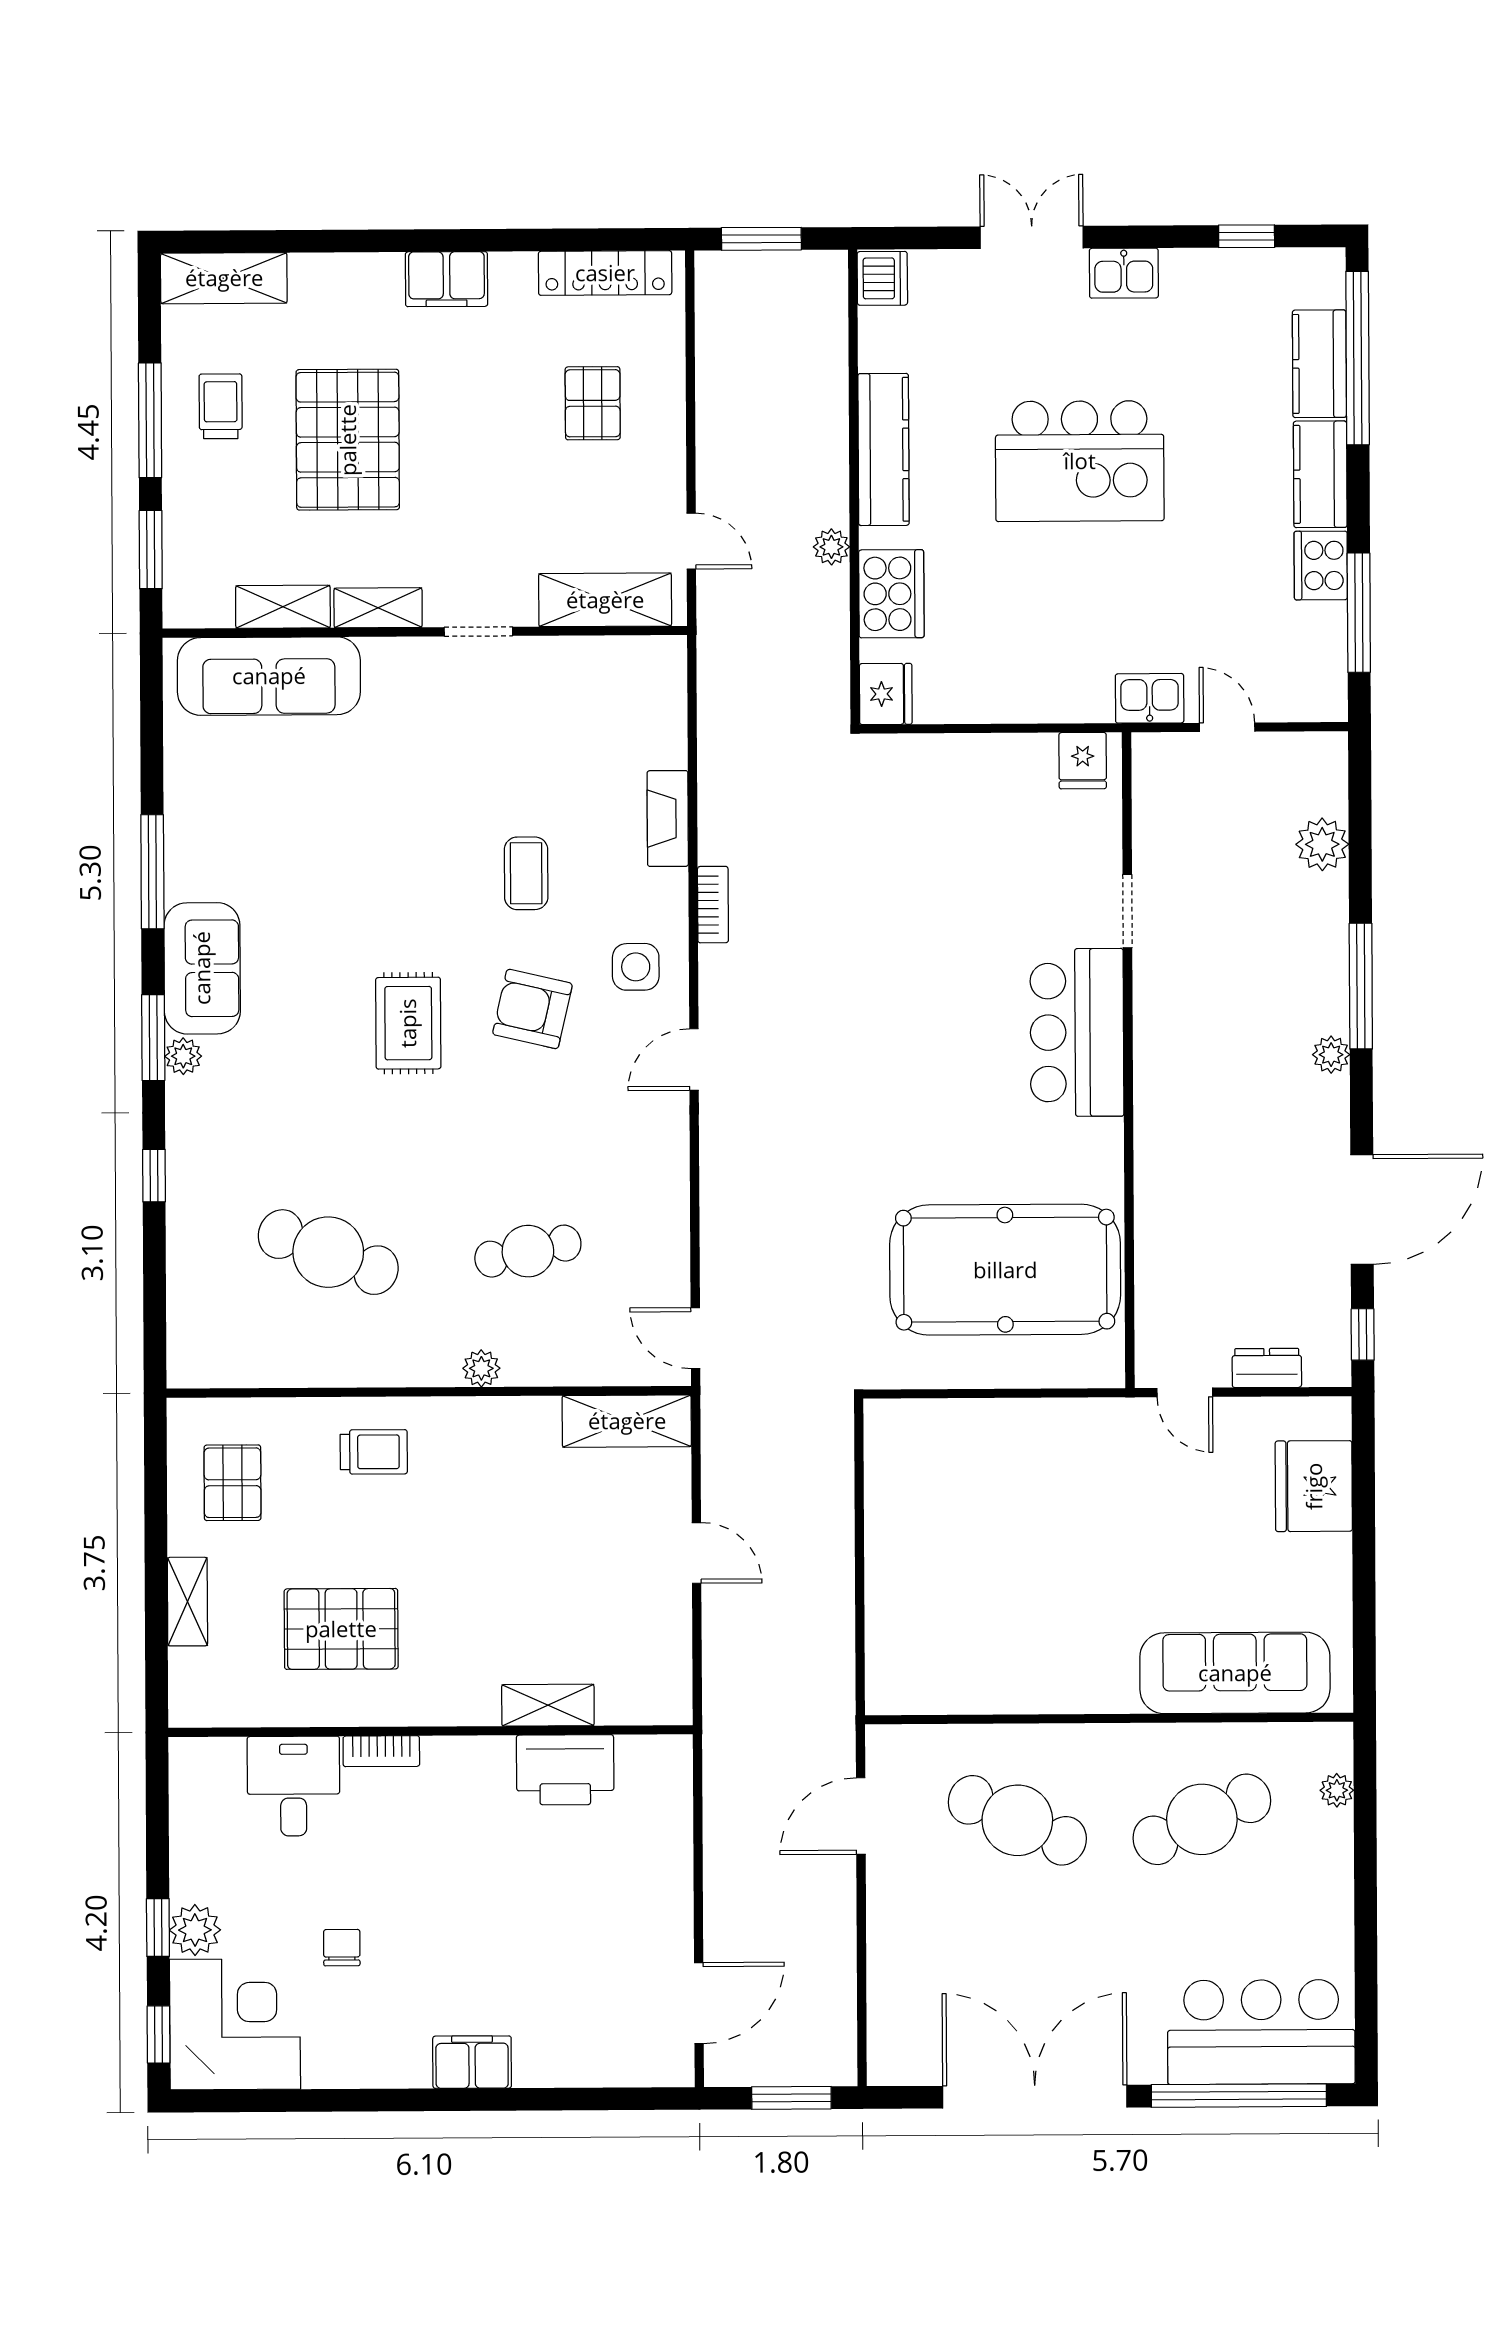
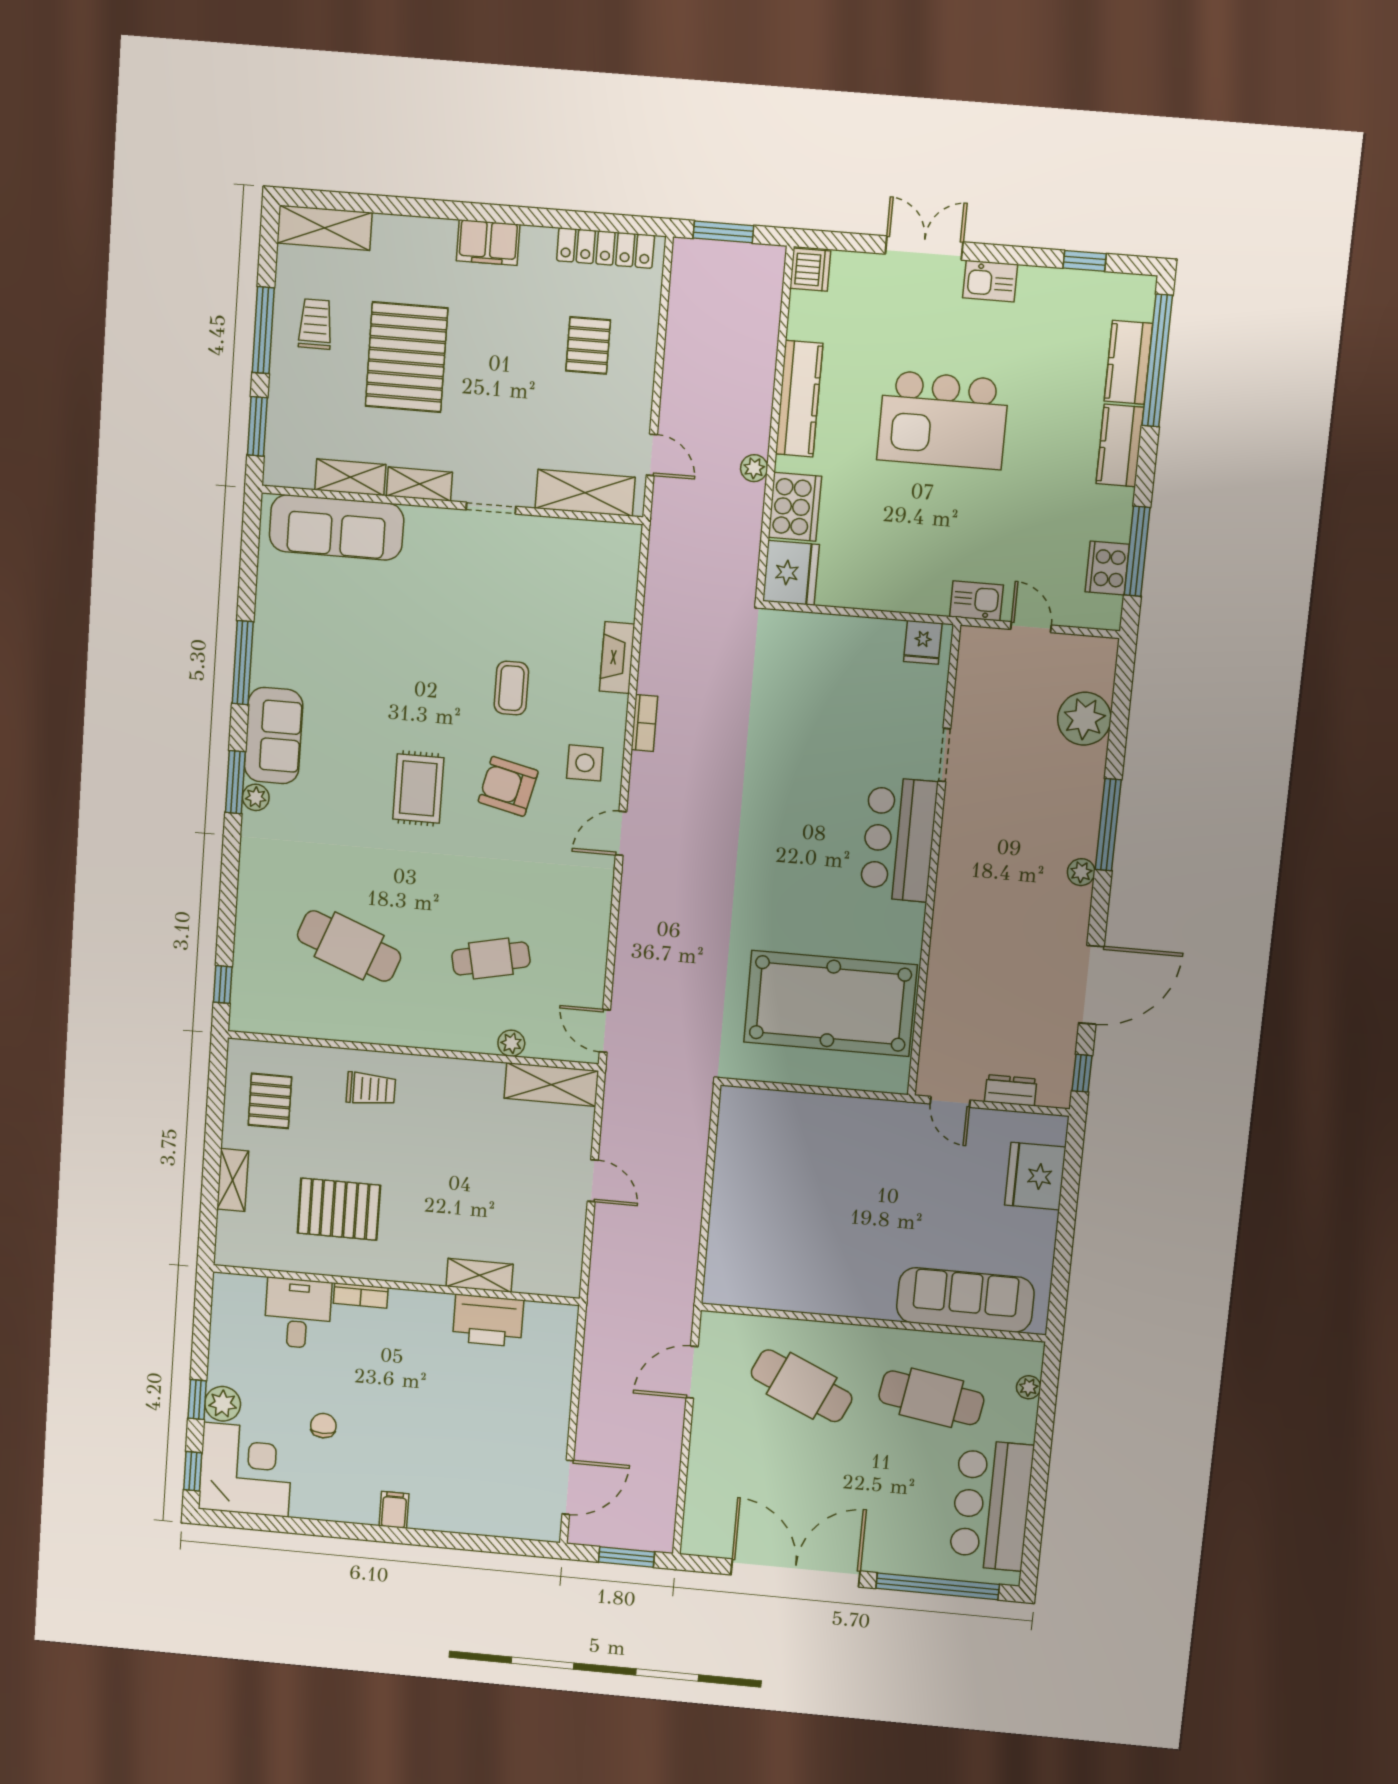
cooker: (1321, 565) -> (1107, 568), moved
fridge: (886, 694) -> (791, 573), width x1.36, depth x1.34
plant: (1322, 844) -> (1084, 719), width x1.36, depth x1.36
window: (154, 1176) -> (223, 984), moved
plant: (481, 1368) -> (511, 1043), moved
cafe table: (1202, 1819) -> (931, 1398), turned 33
bar counter: (1261, 2032) -> (991, 1505), moved, turned -90
filing cabinet: (472, 2062) -> (394, 1510), width x0.50

